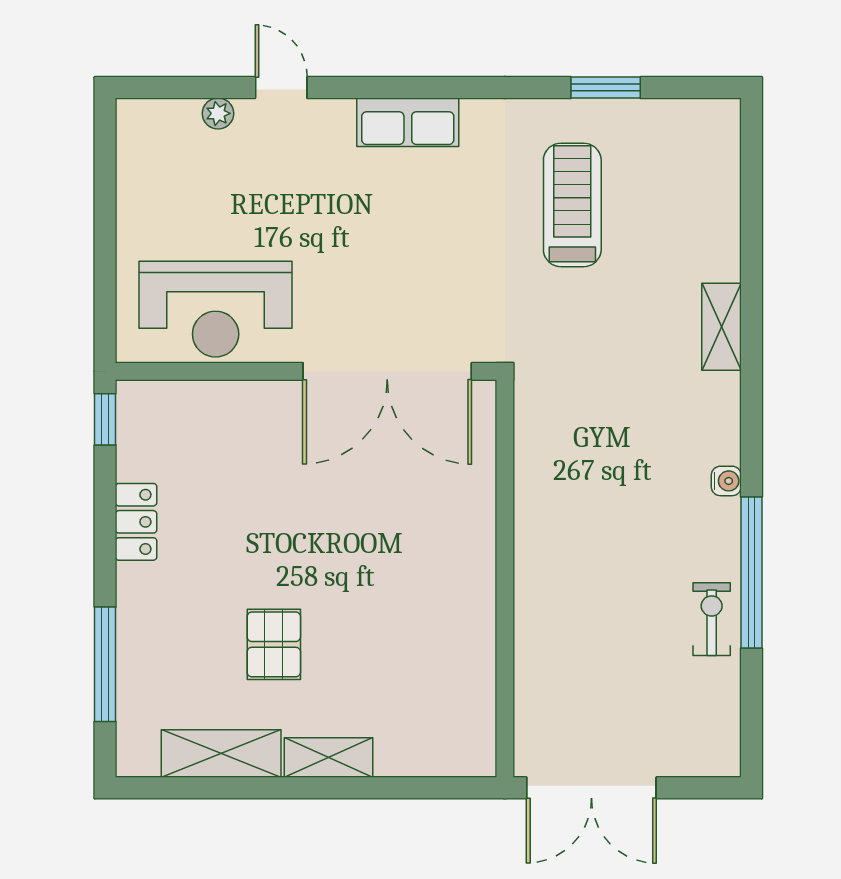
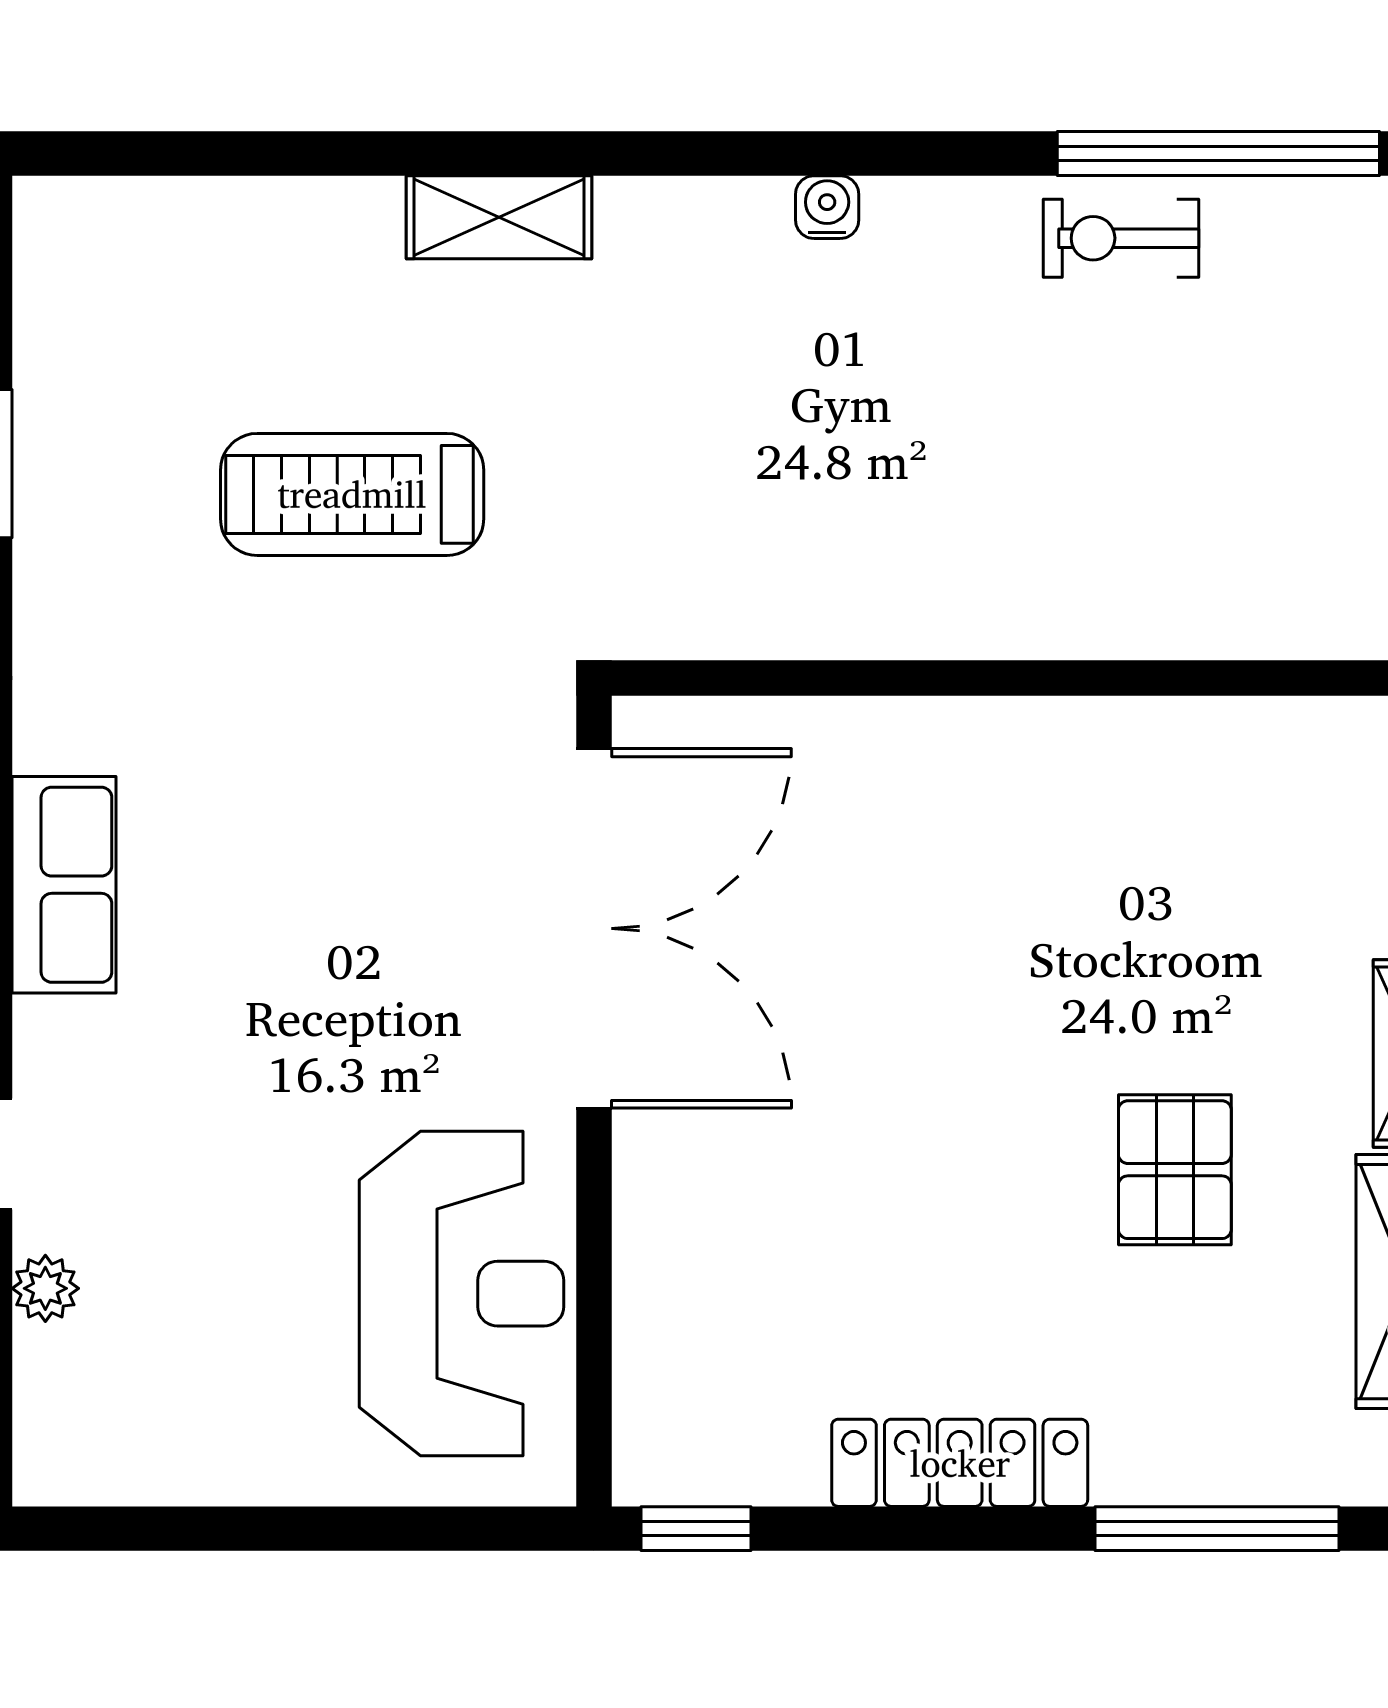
treadmill: (572, 205) -> (352, 494), moved
locker: (136, 522) -> (960, 1463), width x1.53
window: (751, 573) -> (1218, 154), moved
pallet: (274, 644) -> (1175, 1170), turned 90

